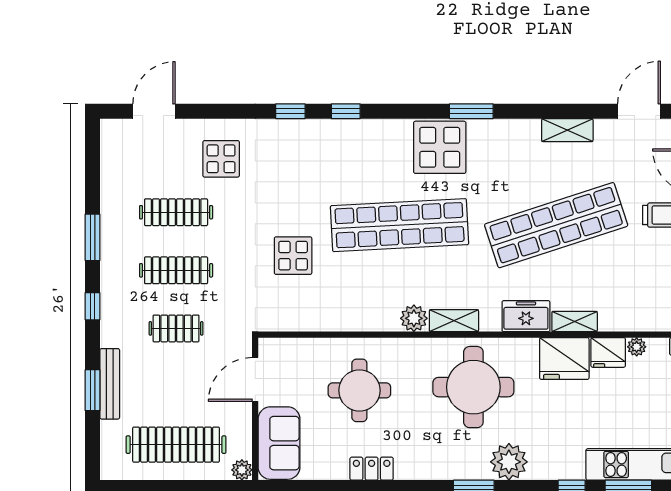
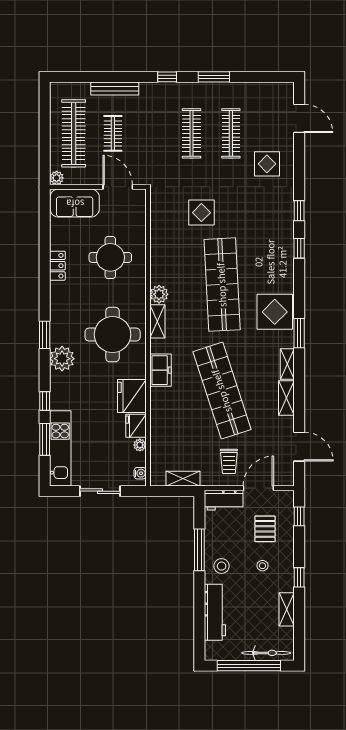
shelving: (575, 321) -> (287, 364), moved
clothes rail: (176, 328) -> (113, 133), moved
window: (93, 390) -> (110, 77), removed

